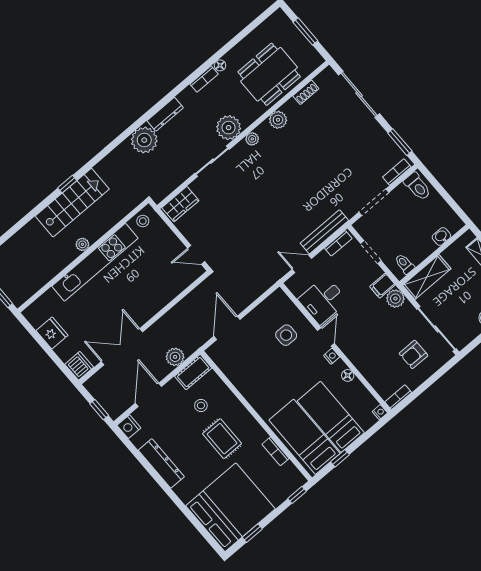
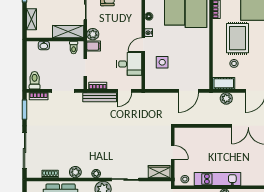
door: (196, 255) -> (173, 152), moved
kitchen unit: (95, 262) -> (218, 179), width x0.73
door: (302, 264) -> (124, 91), hinge flipped
rug: (222, 439) -> (238, 38), width x1.36, depth x1.43

